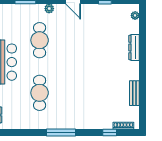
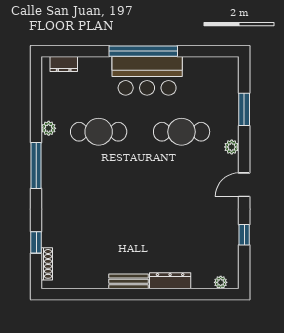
bench: (134, 93) -> (129, 281), moved
plant: (37, 125) -> (49, 128), added

